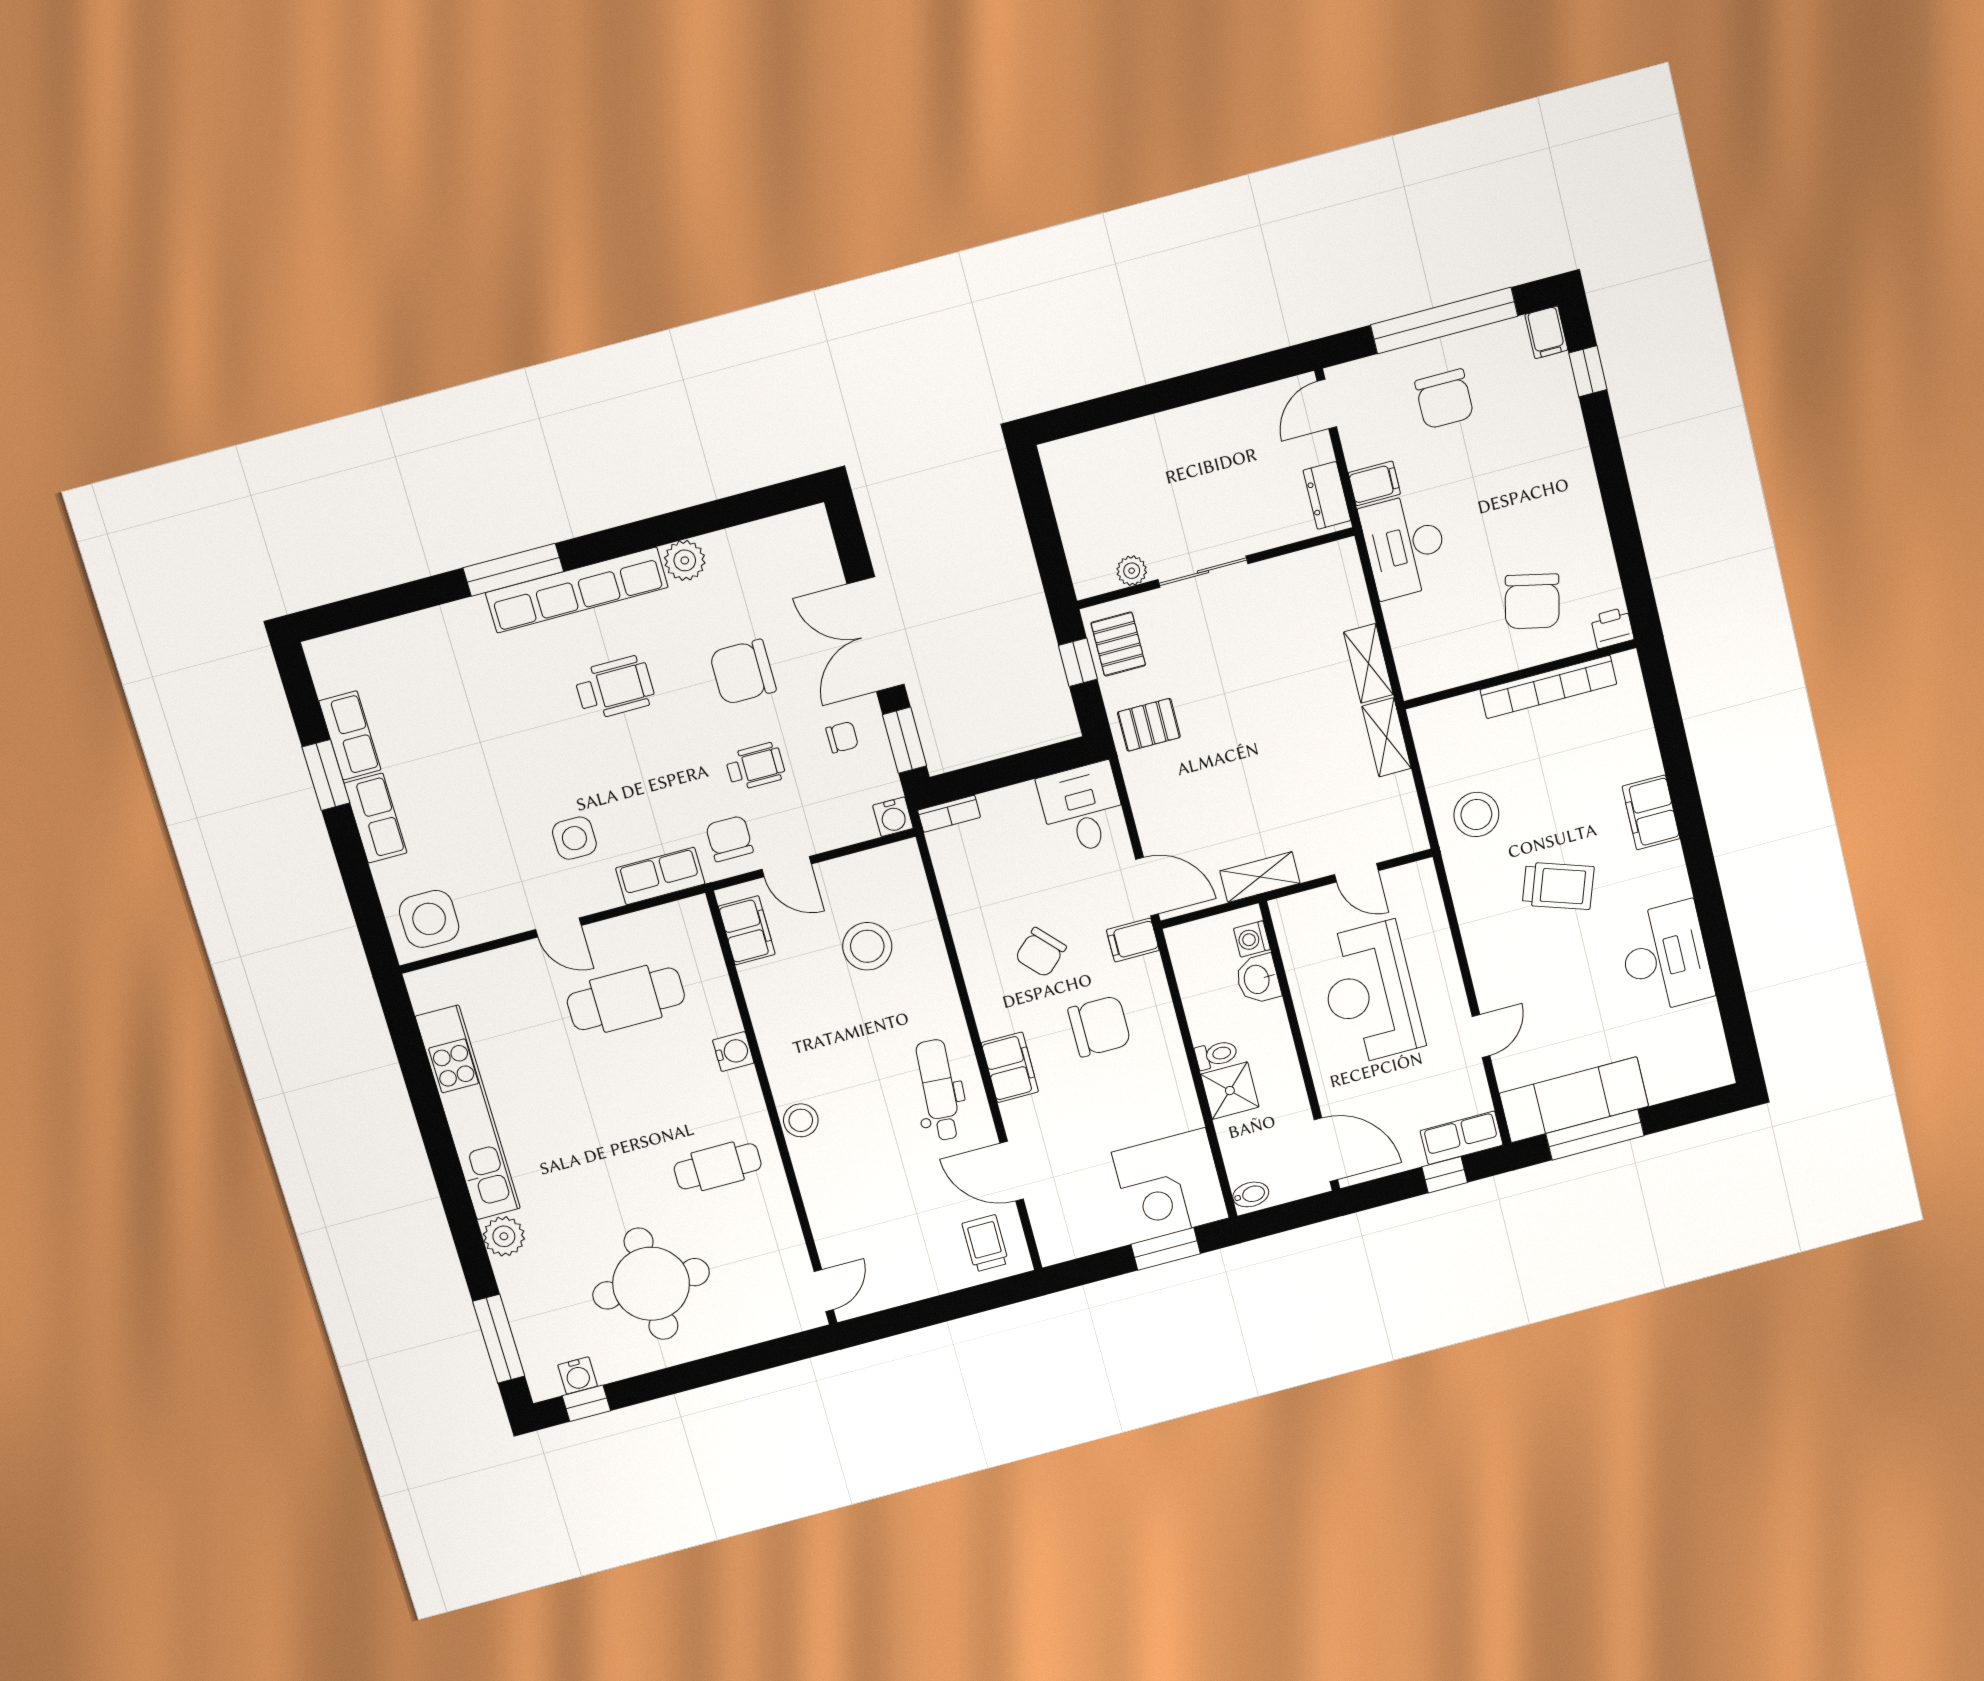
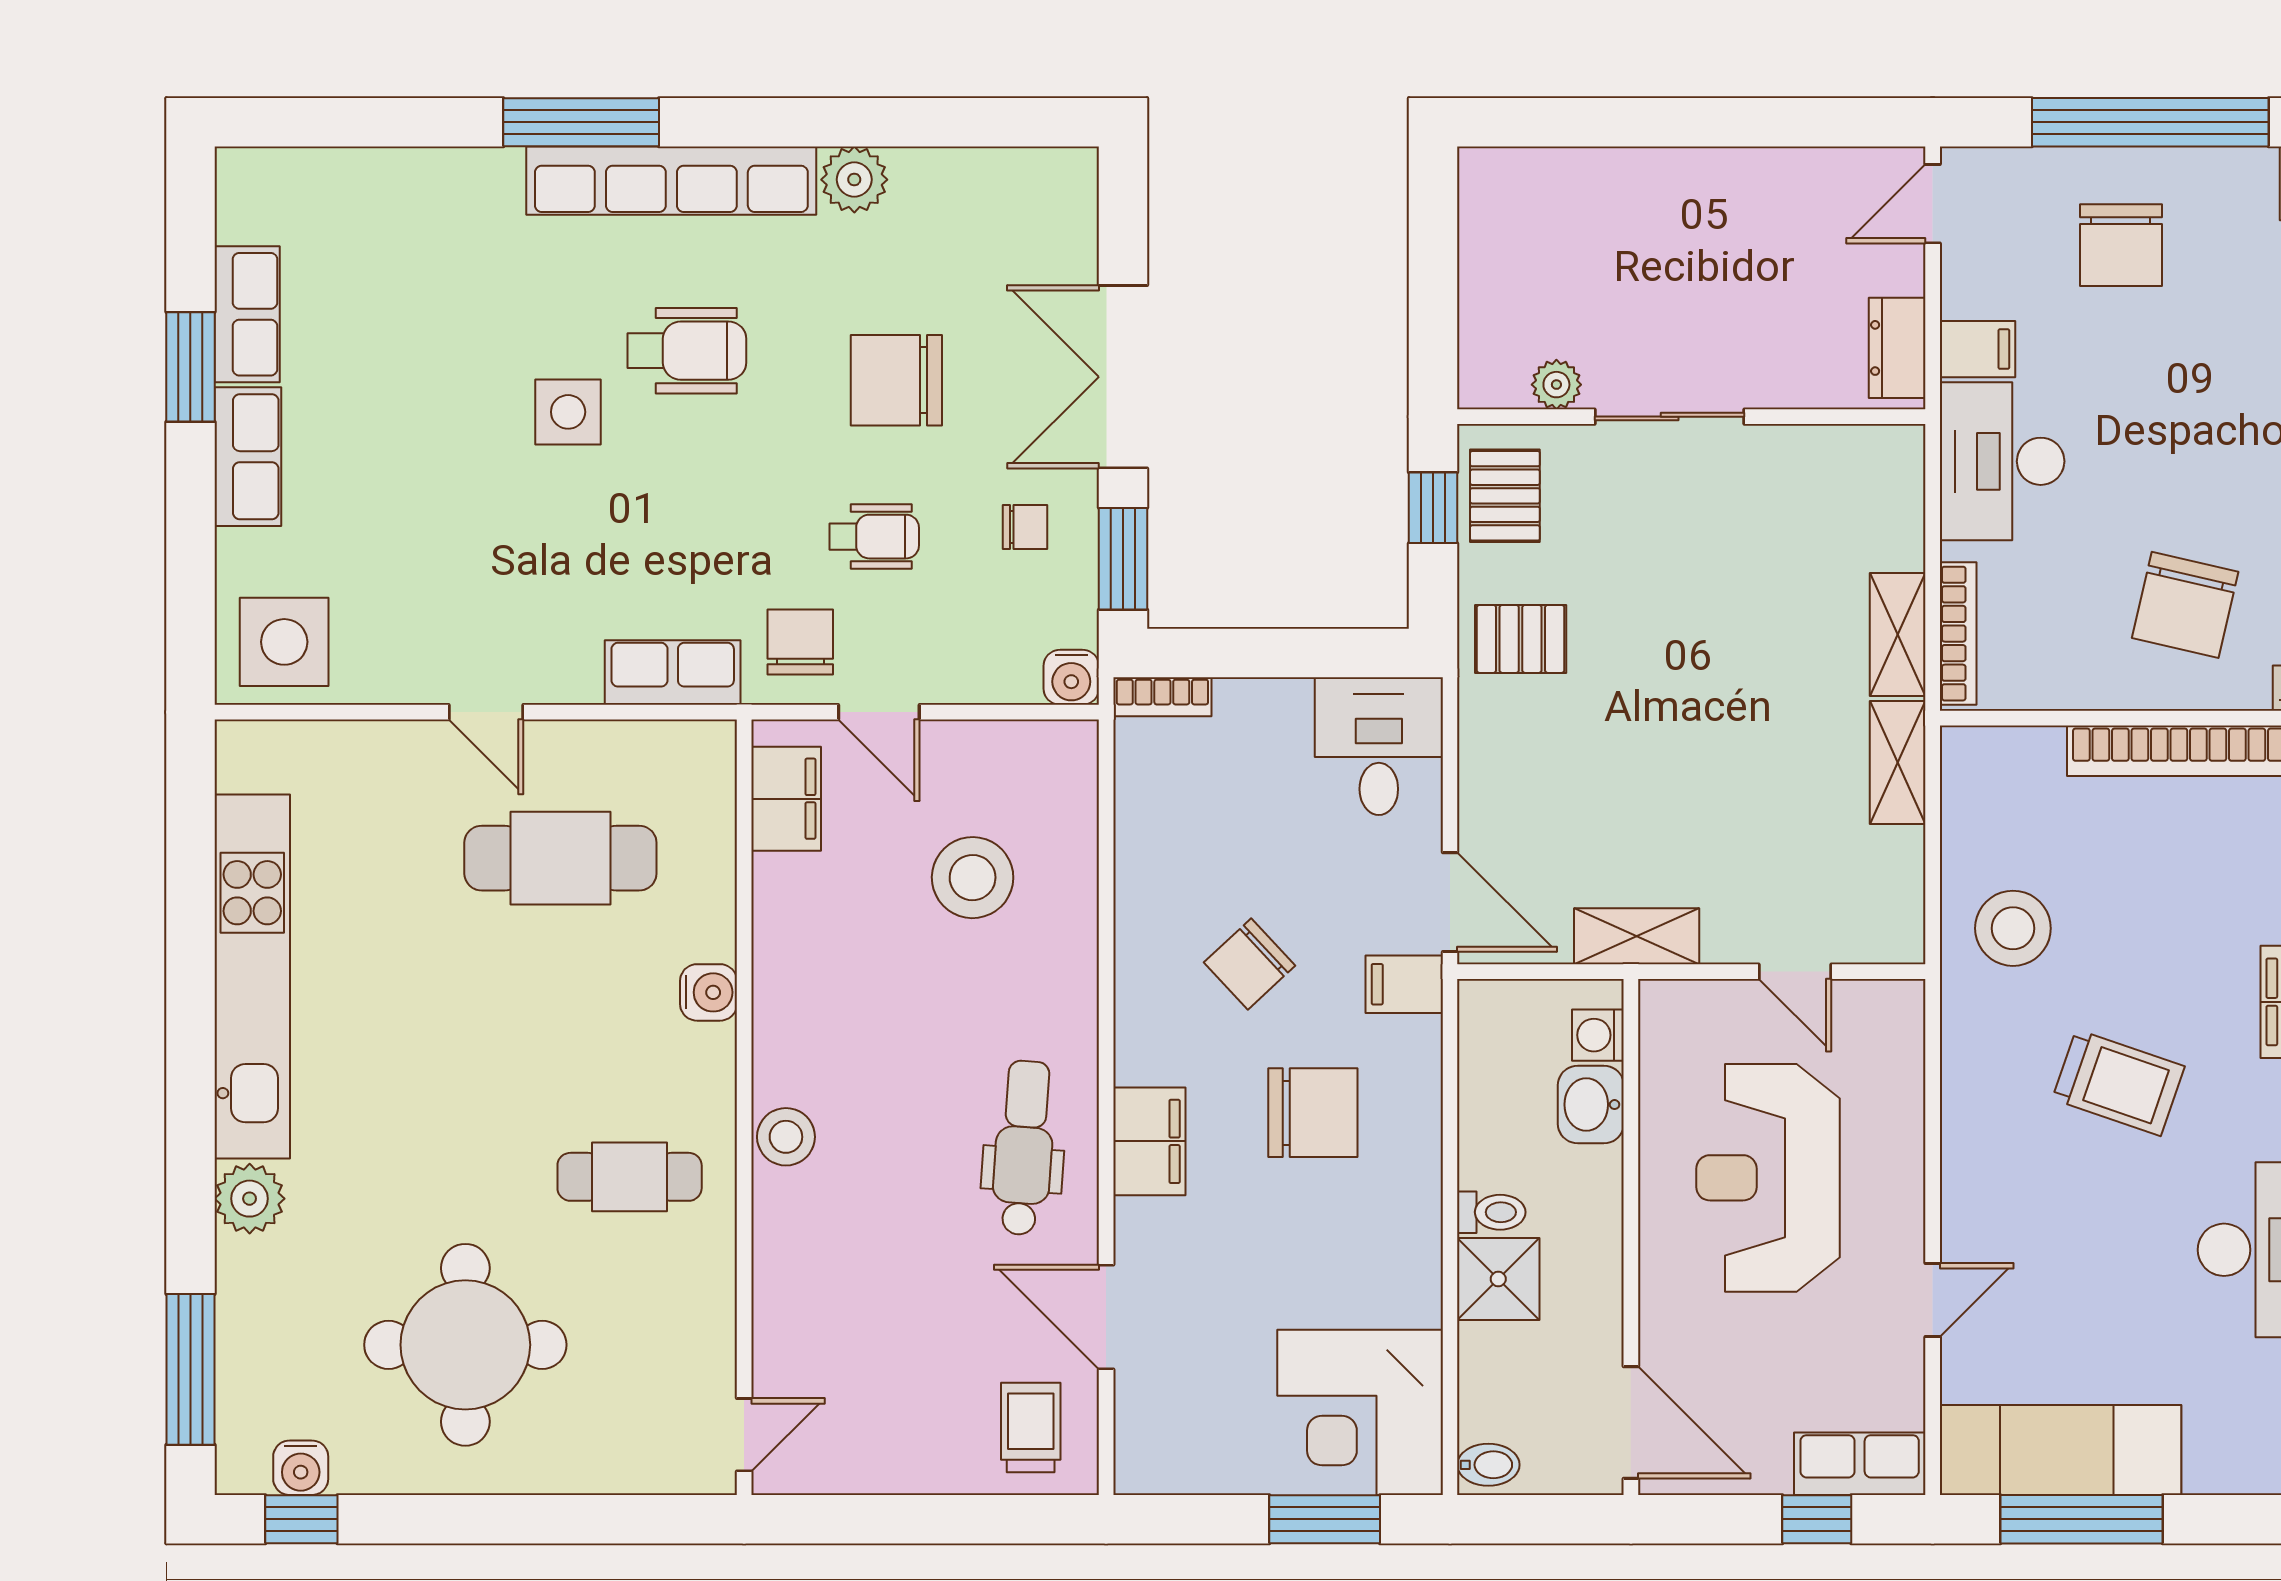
bookcase: (1403, 653) -> (1958, 634), added
side table: (574, 838) -> (568, 412), moved

